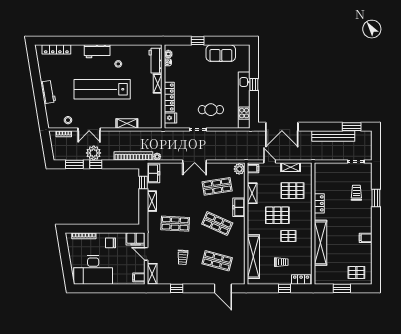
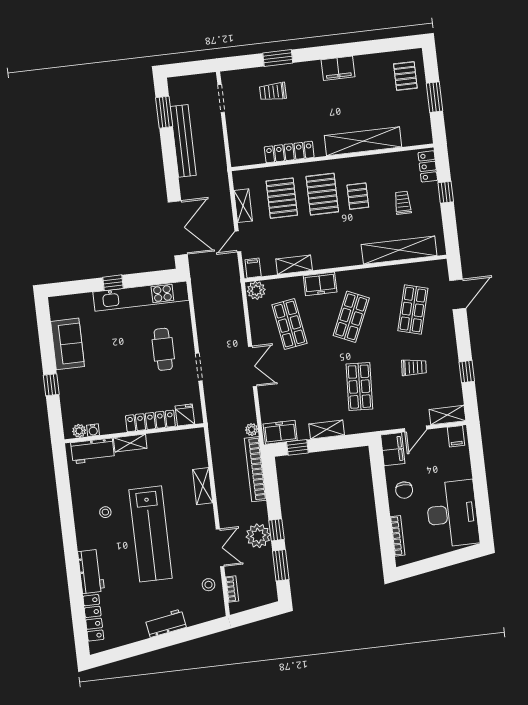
workbench: (97, 51) -> (91, 571), moved
locker: (319, 203) -> (289, 152), width x1.53
pallet: (277, 215) -> (322, 194), moved
filing cabinet: (366, 238) -> (338, 68), width x2.00

